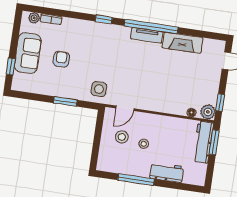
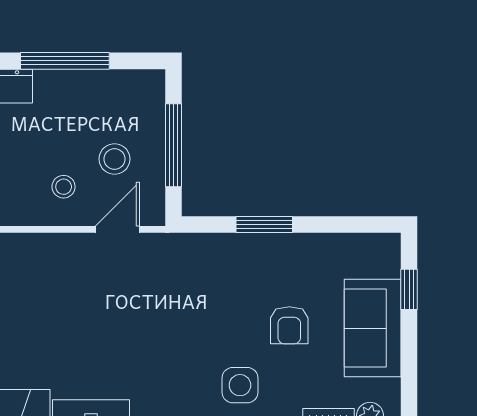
side table: (99, 89) -> (240, 385), moved
window: (97, 139) -> (174, 145), added
stool: (144, 144) -> (64, 187), moved

